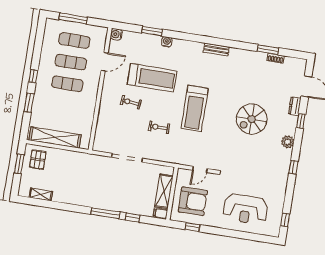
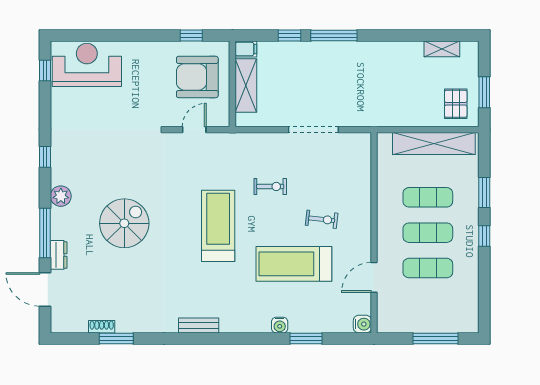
exercise mat: (74, 41) -> (428, 197), moved
window: (301, 121) -> (45, 233), width x2.17
reception desk: (245, 209) -> (87, 65), moved

